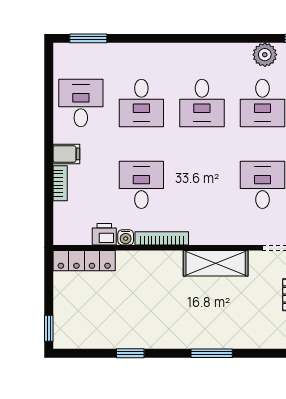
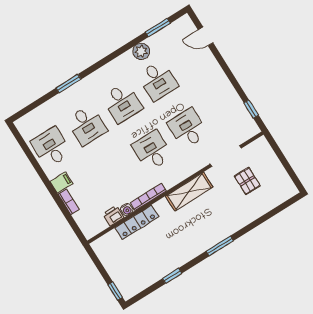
window: (88, 38) -> (68, 84), moved
desk: (141, 185) -> (152, 151), moved
locker: (84, 261) -> (137, 222), moved

